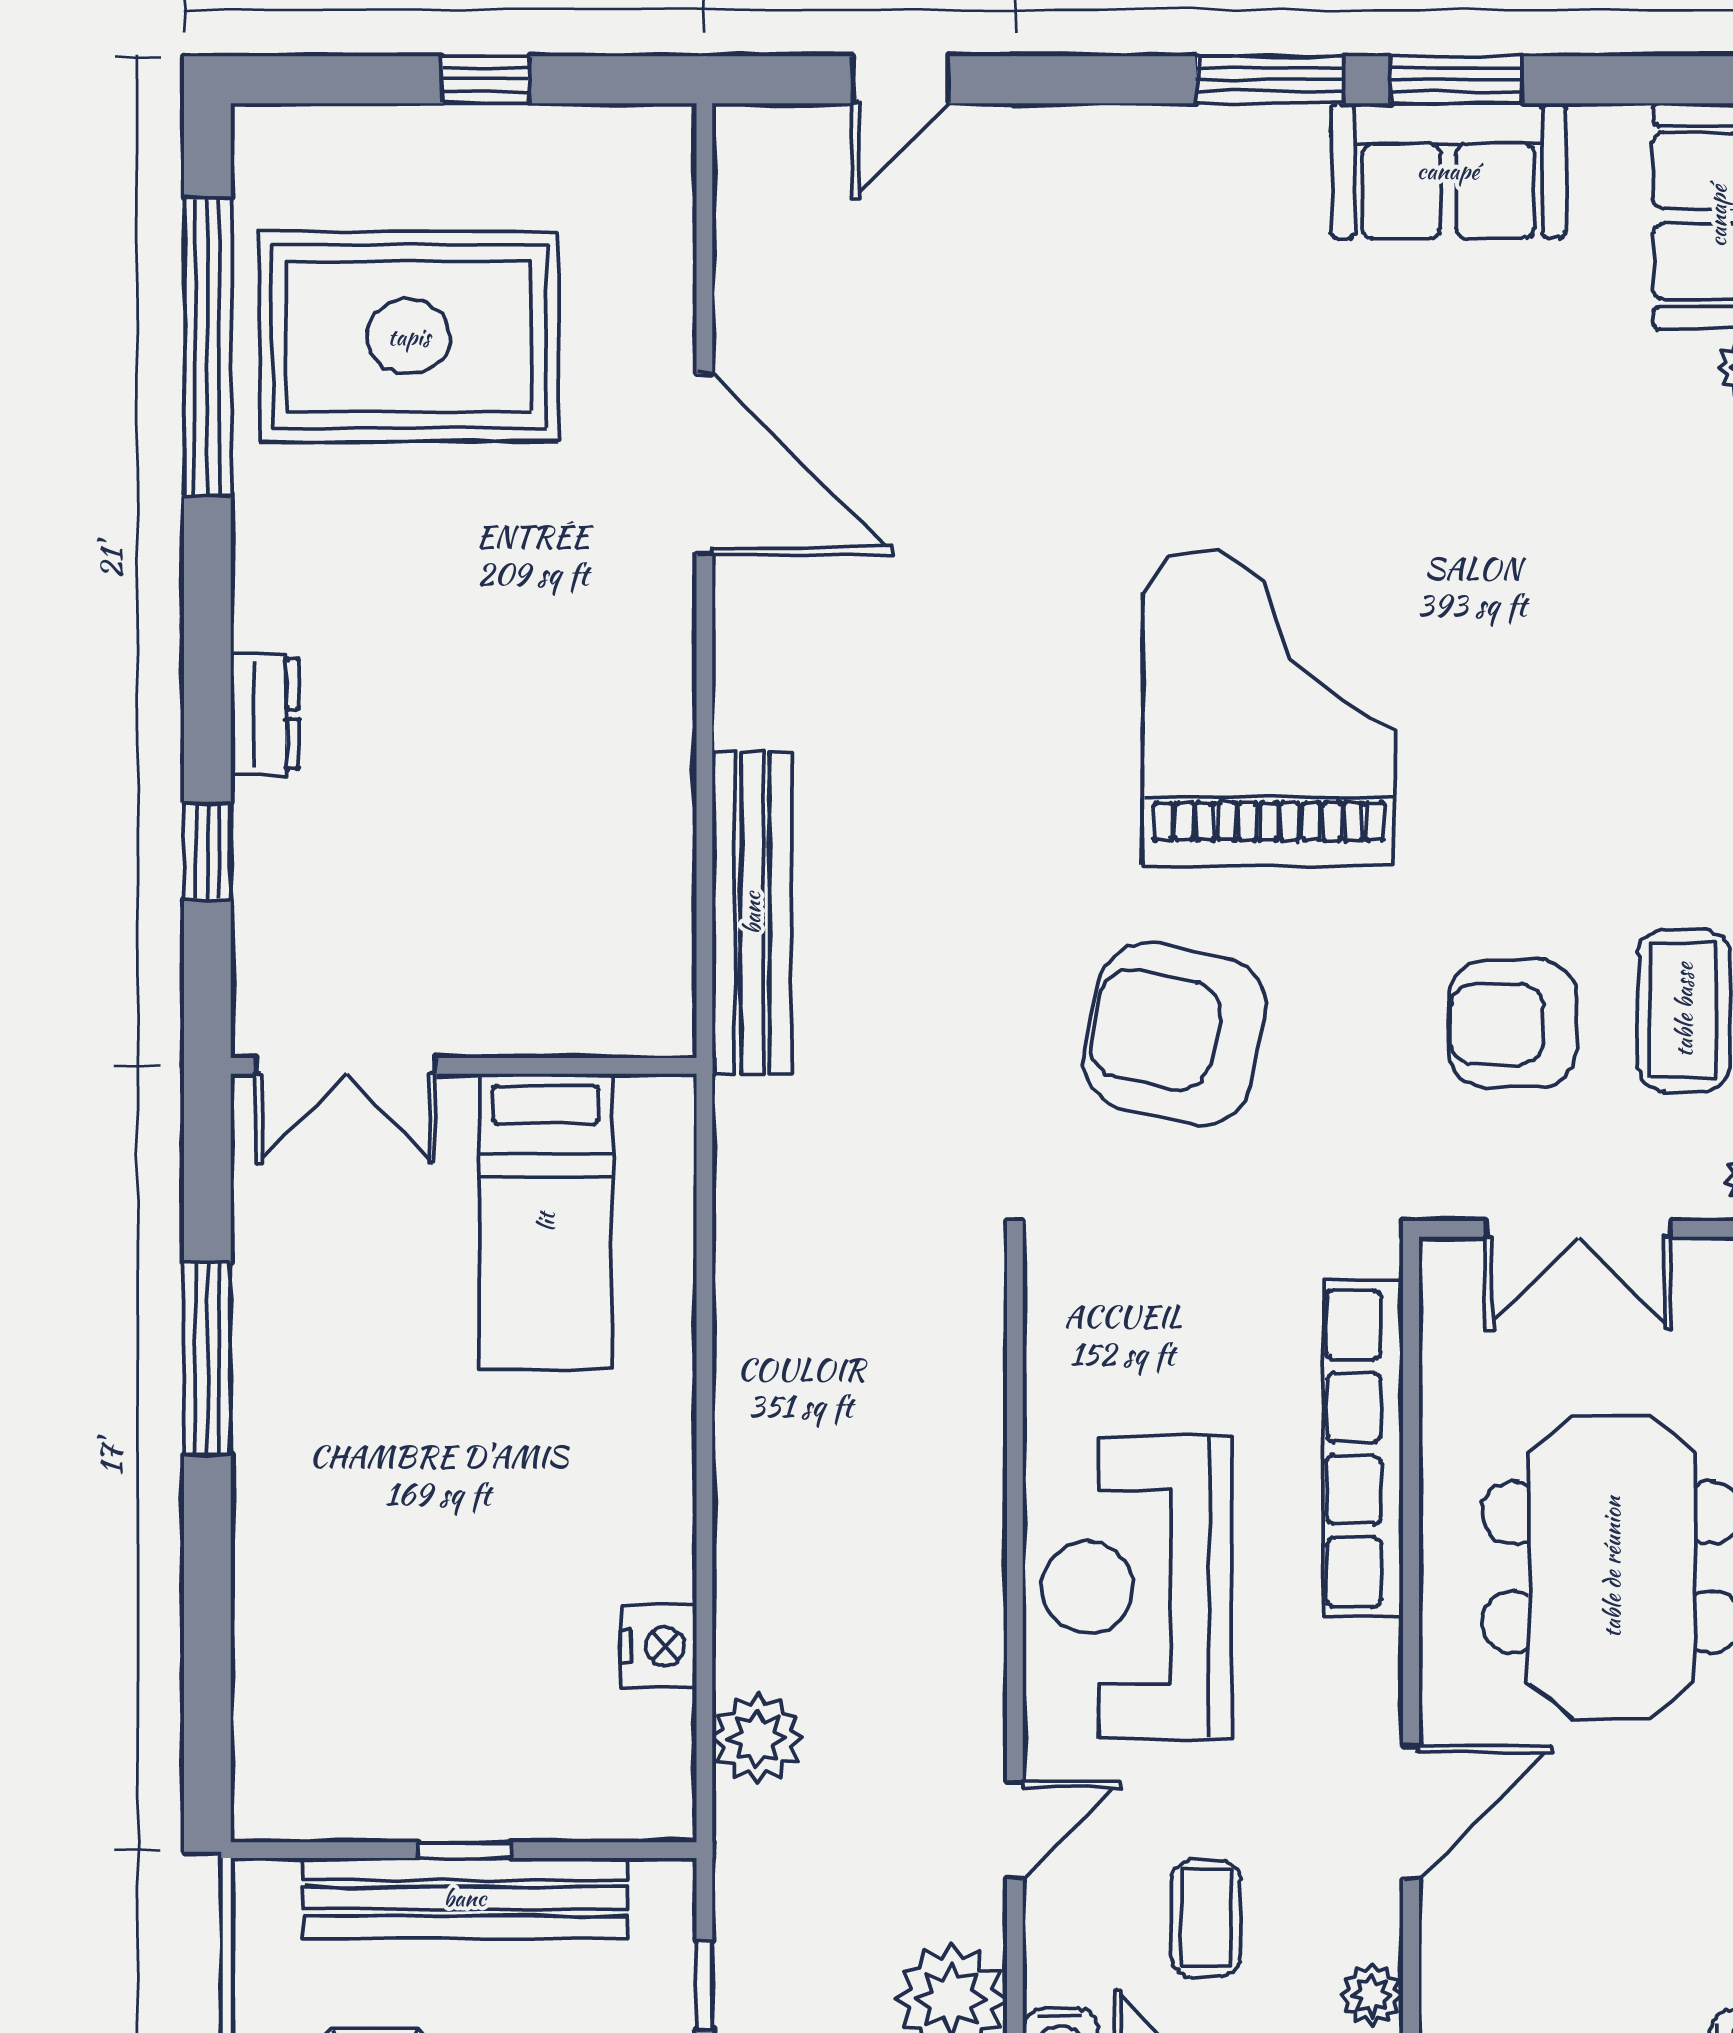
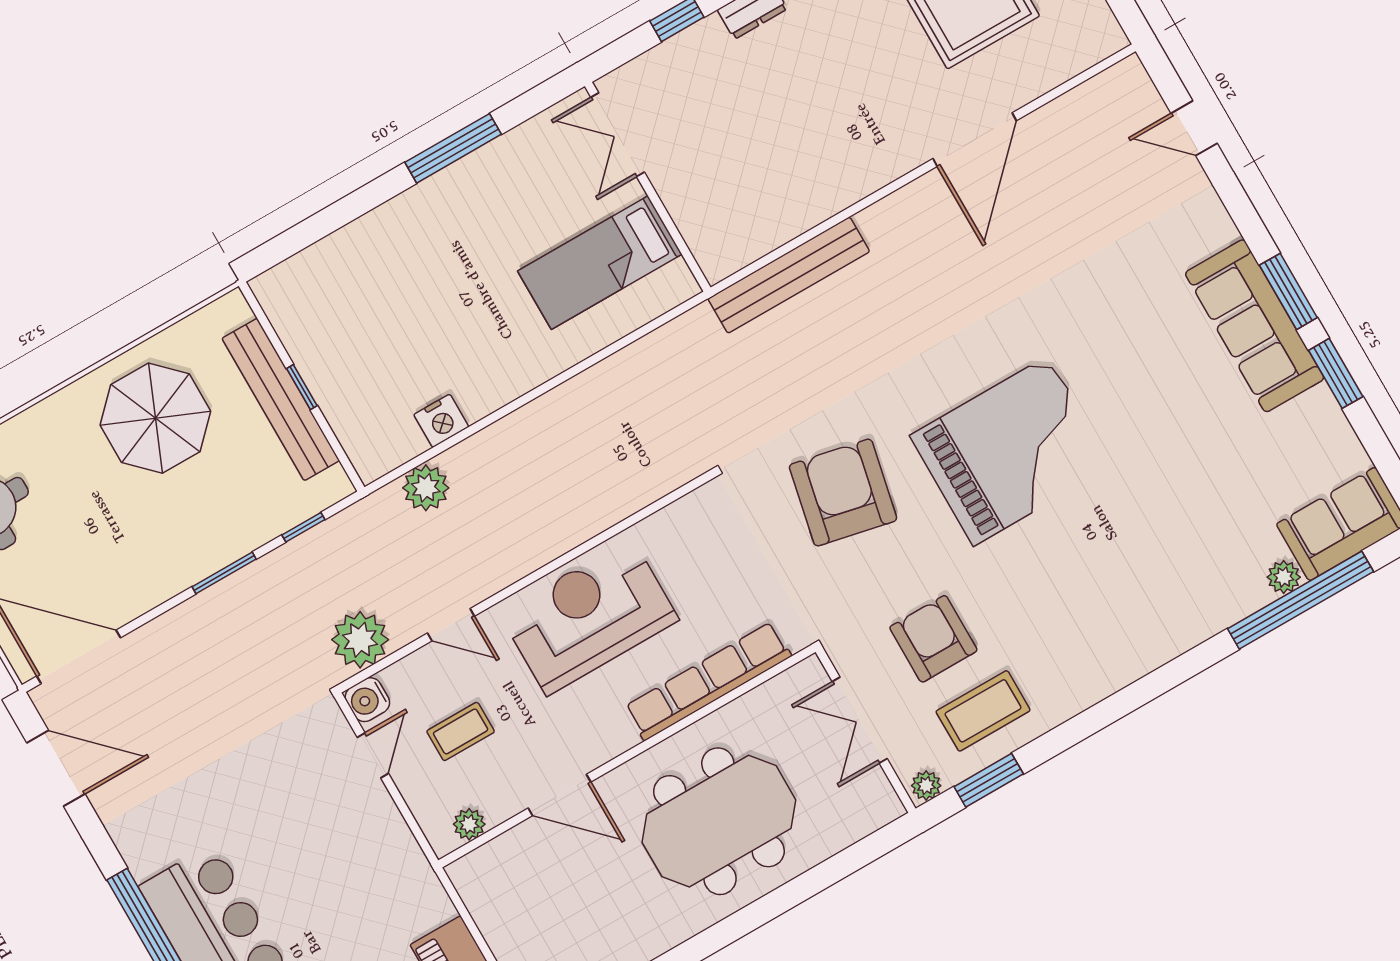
sofa: (1448, 171) -> (1255, 326), moved, width x1.36

